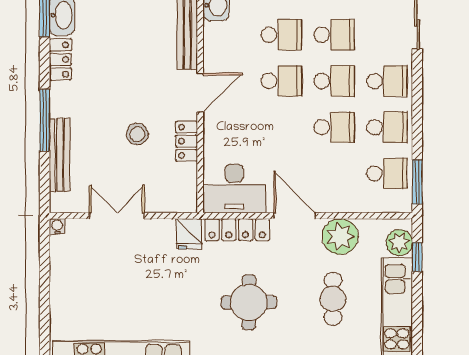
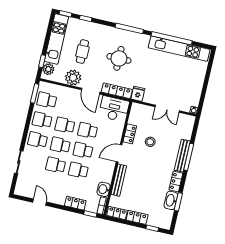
school desk: (281, 127) -> (88, 130), added
bench: (60, 155) -> (182, 156), moved

